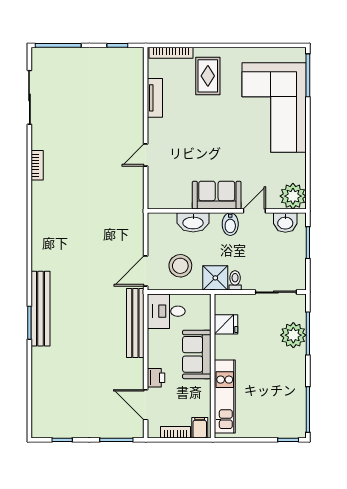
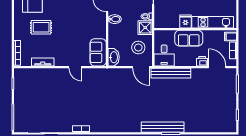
rug: (208, 76) -> (41, 27), moved
sofa: (217, 195) -> (98, 52), moved
washbasin: (193, 222) -> (114, 57), moved
fridge: (226, 324) -> (185, 21), moved
door: (146, 405) -> (217, 67), swing flipped

